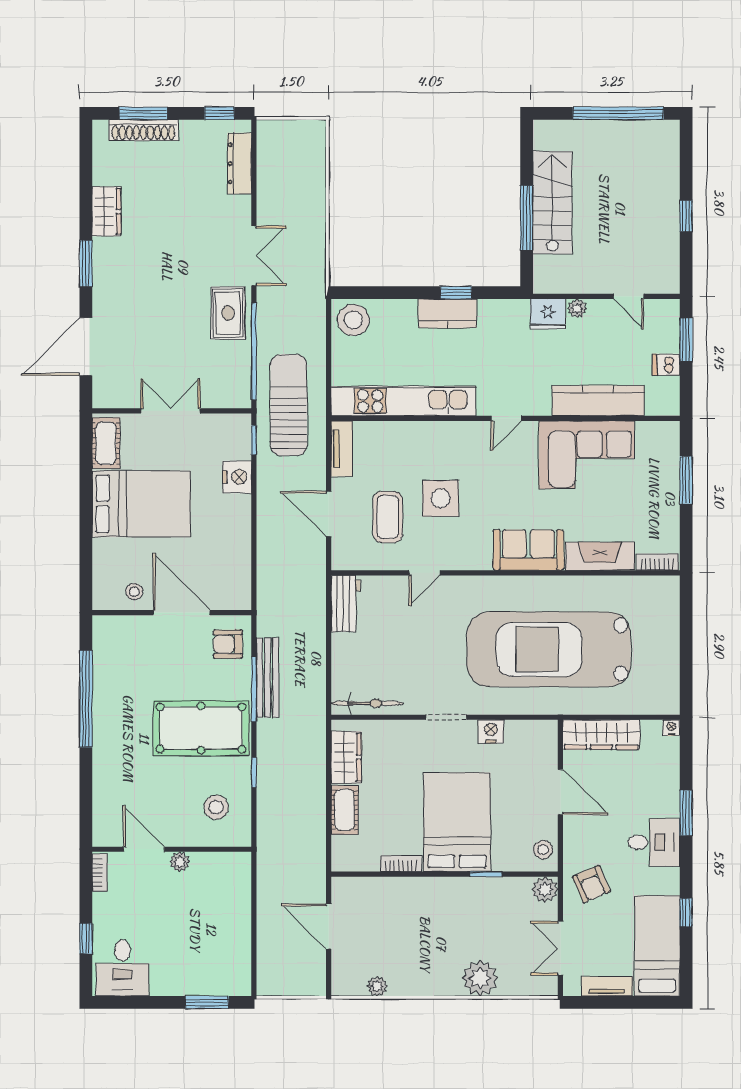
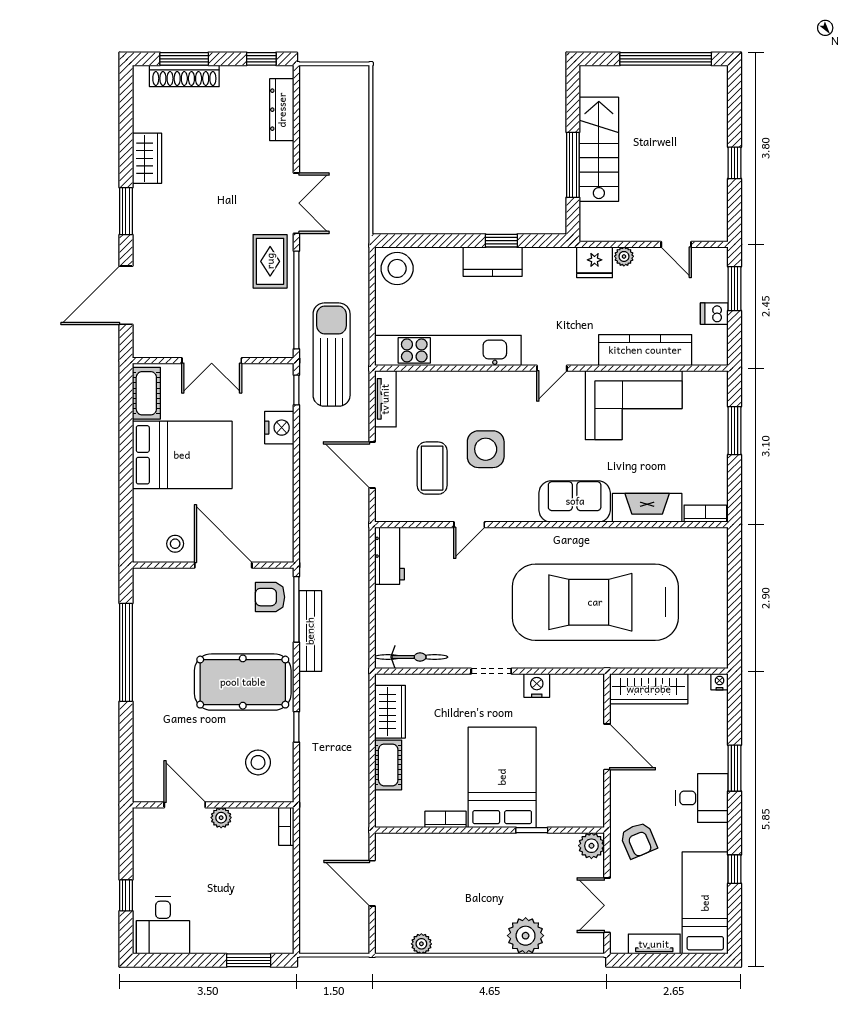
double door: (170, 411) -> (212, 361), swing flipped
window: (254, 689) -> (296, 609), moved
stool: (543, 850) -> (589, 805), removed
bookcase: (100, 873) -> (286, 826), moved, turned 180

